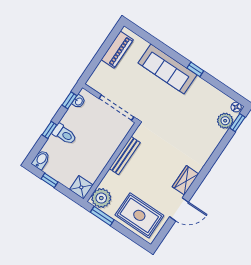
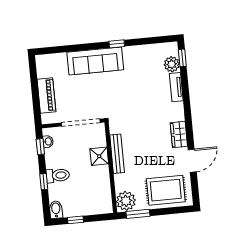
piano: (117, 50) -> (46, 95), moved
floor lamp: (236, 107) -> (171, 47), removed
tv unit: (214, 142) -> (176, 87), added
shower: (81, 187) -> (99, 156), moved

